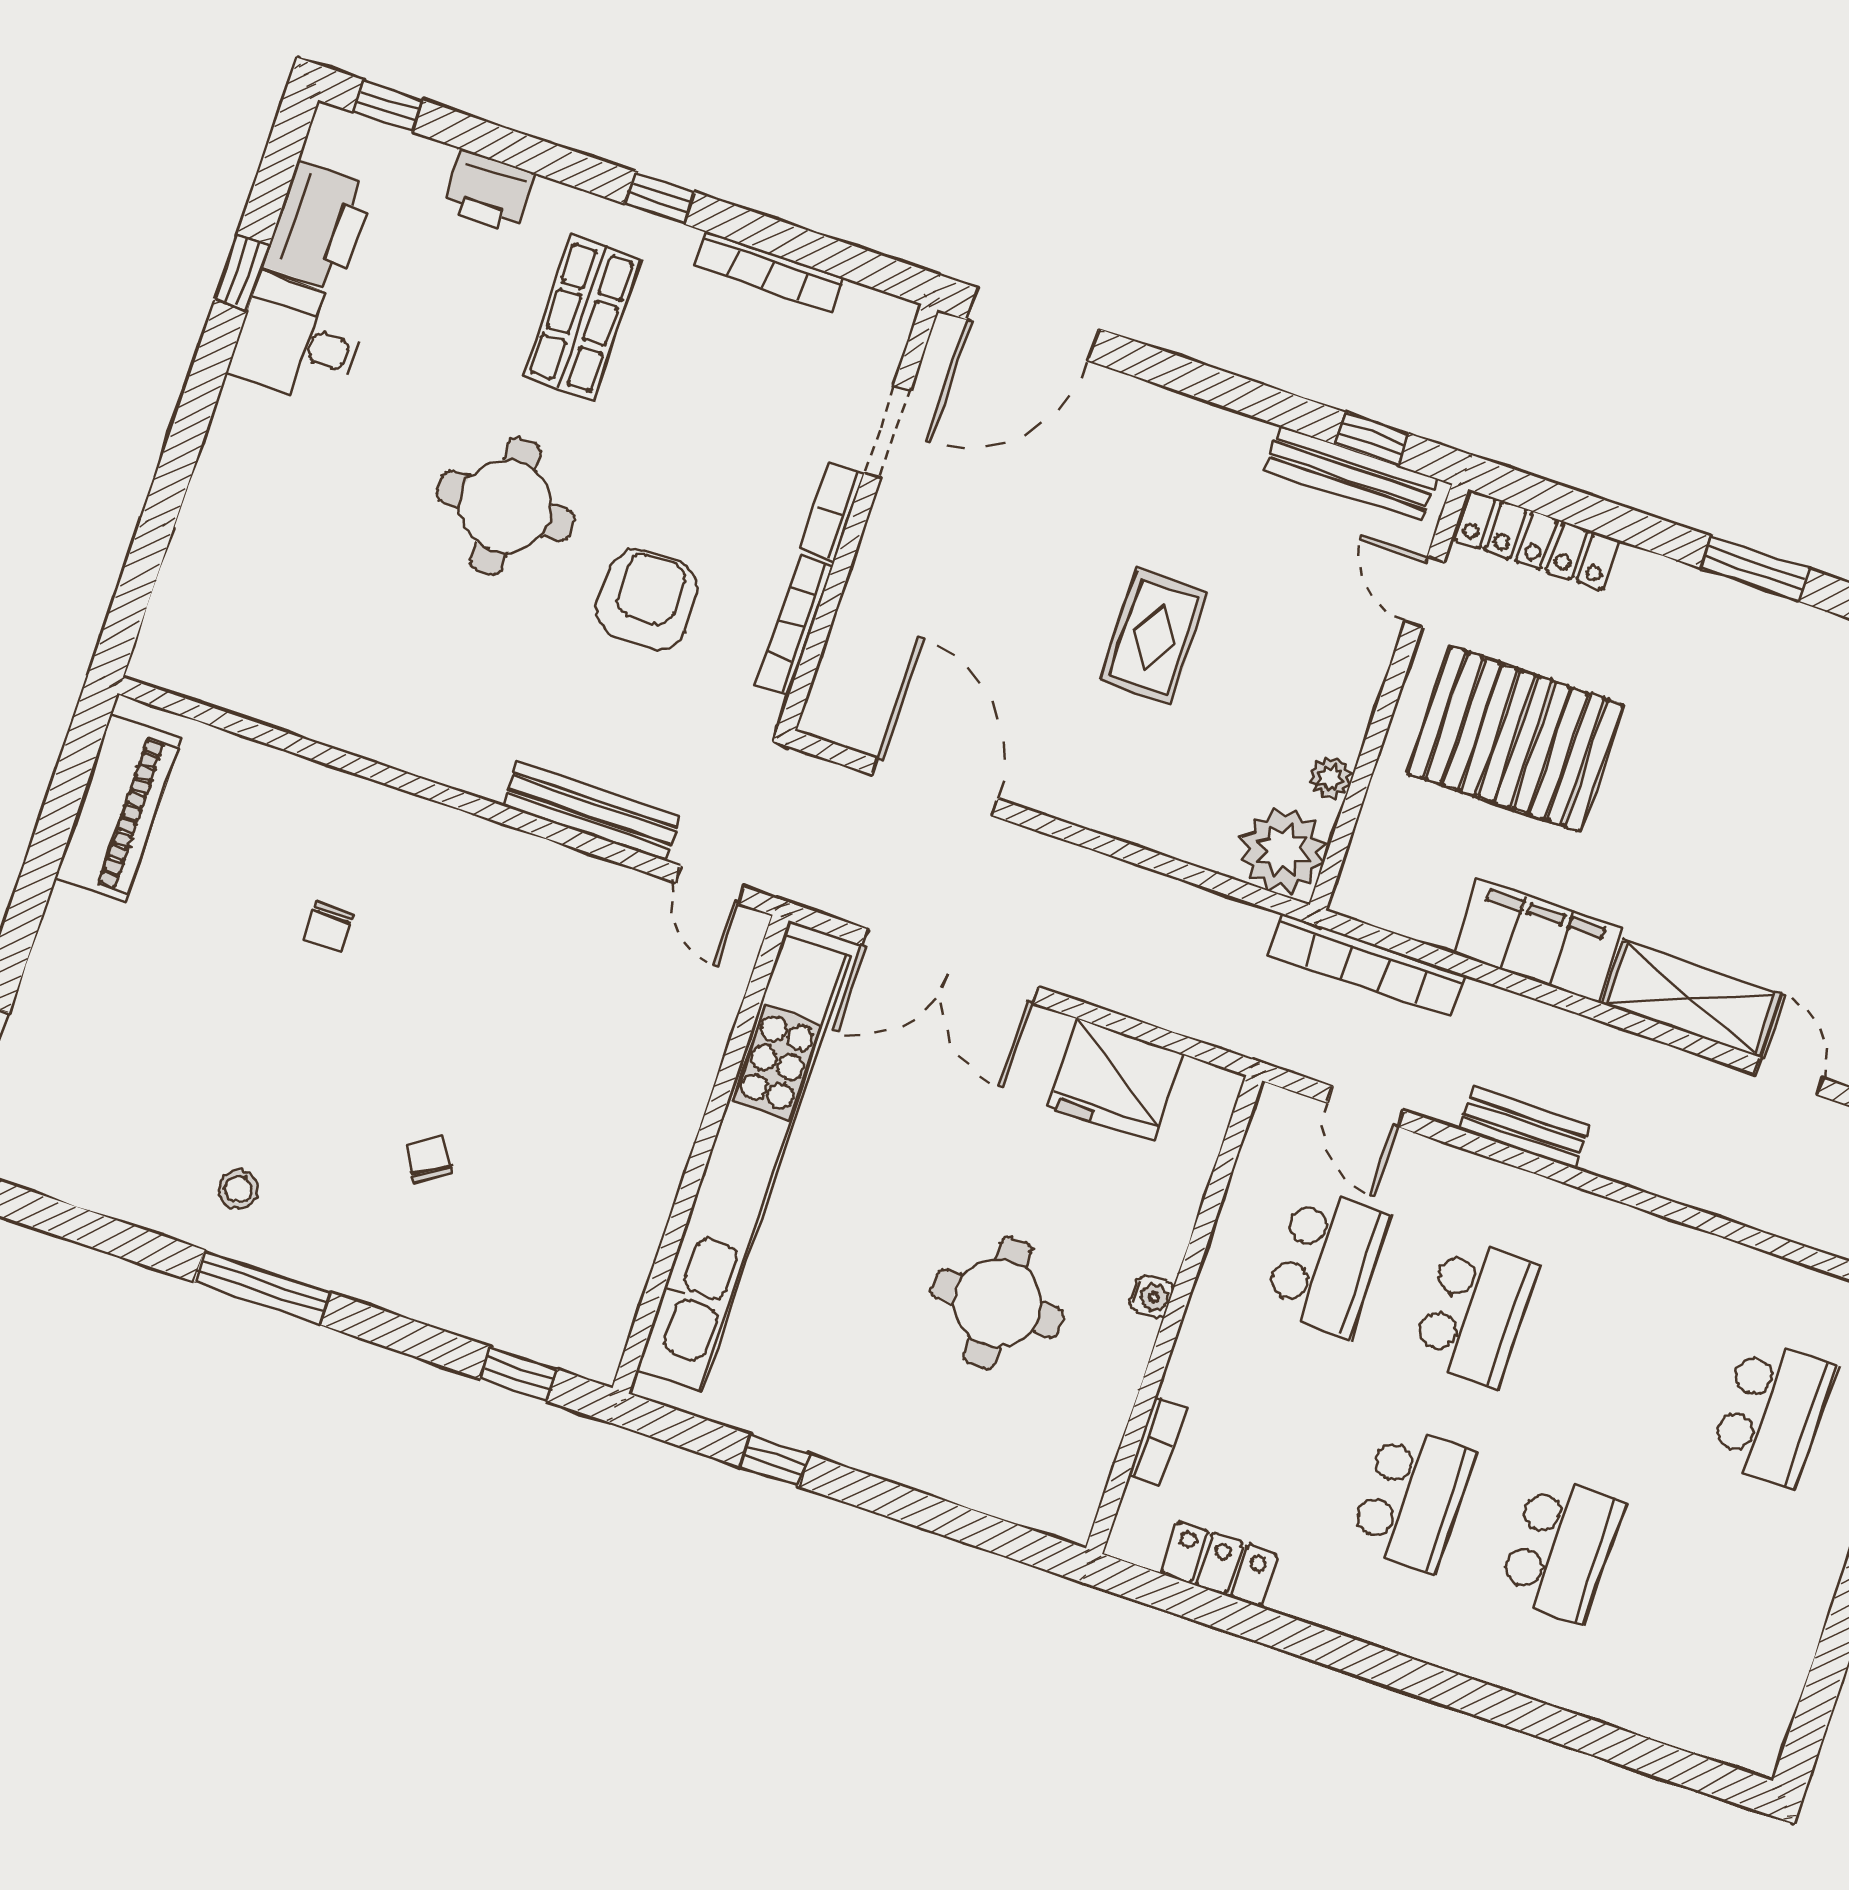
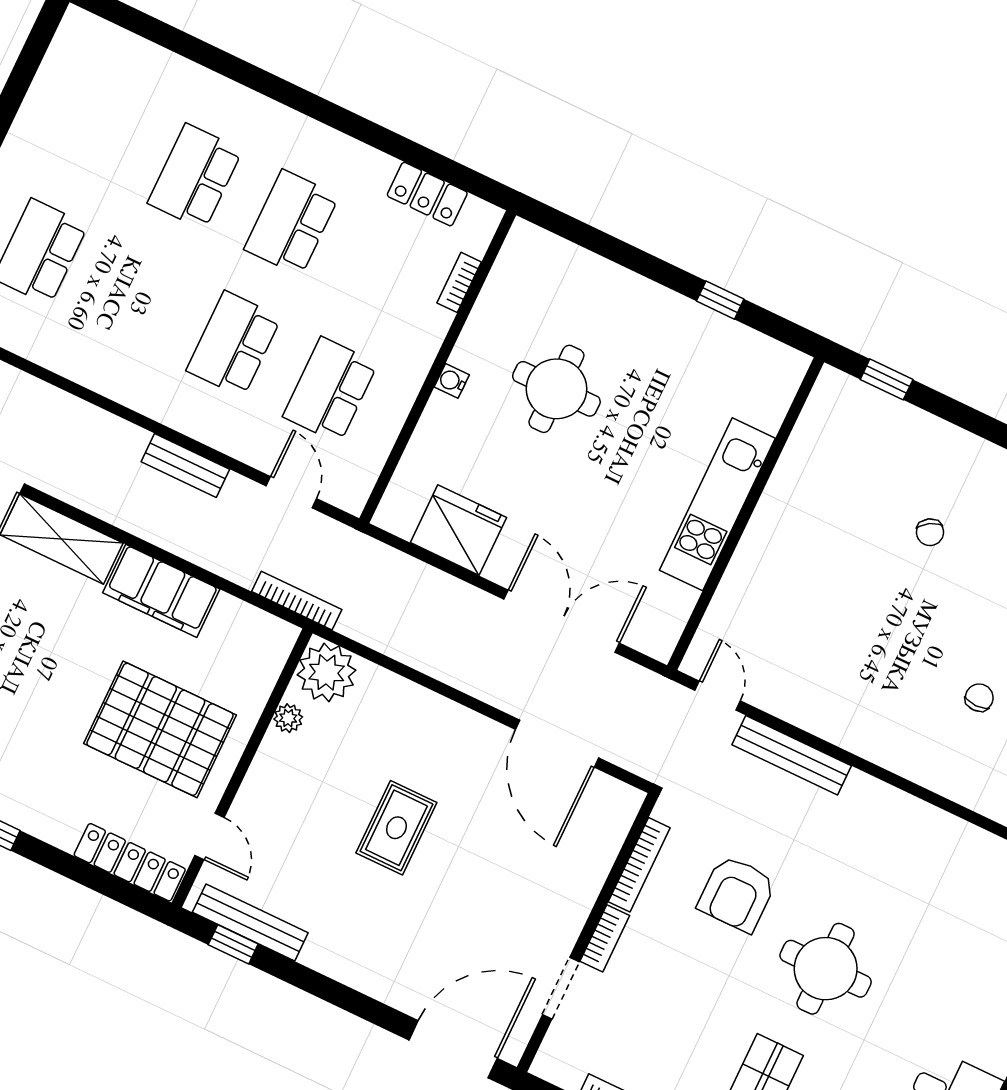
bookcase: (1367, 965) -> (297, 601), width x0.68, depth x0.76
kitchen unit: (743, 1163) -> (717, 504), width x0.54

